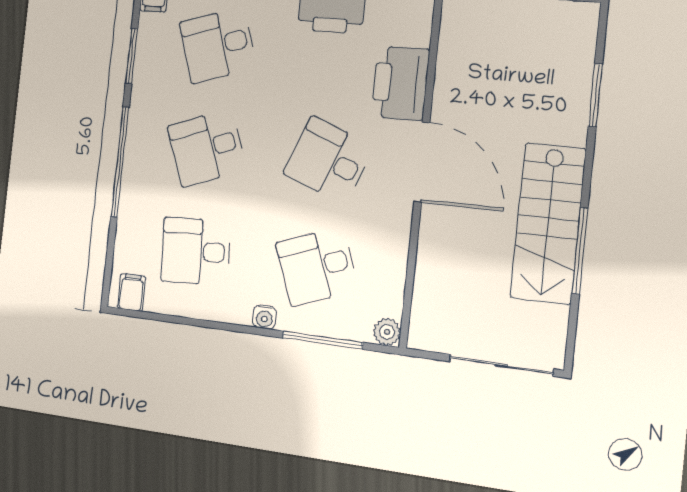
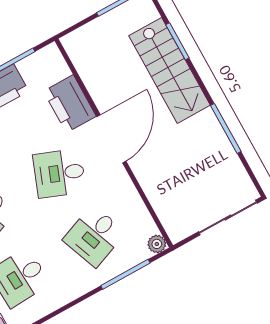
door: (422, 162) -> (111, 139), hinge flipped
stairs: (548, 223) -> (169, 70), moved
water cooler: (264, 317) -> (85, 285), removed

